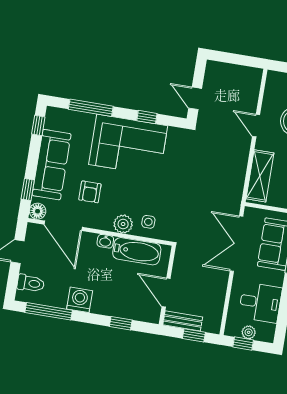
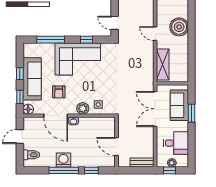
window: (38, 125) -> (20, 74), moved
door: (63, 226) -> (56, 116), moved
bathtub: (137, 251) -> (94, 124), removed
window: (49, 311) -> (64, 170), moved
bench: (183, 321) -> (142, 163), moved
window: (194, 335) -> (138, 170), removed

